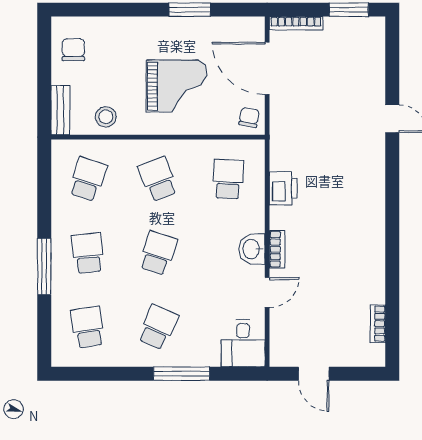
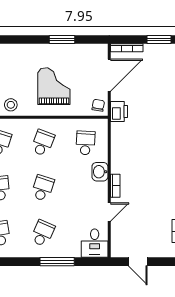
door: (267, 68) -> (109, 75), swing flipped
grand piano: (176, 86) -> (54, 86), turned -90
school desk: (158, 179) -> (43, 143), turned 42
printer: (283, 188) -> (119, 112), moved
washbasin: (252, 249) -> (100, 172), moved

